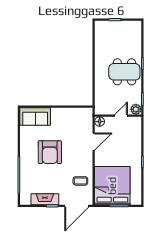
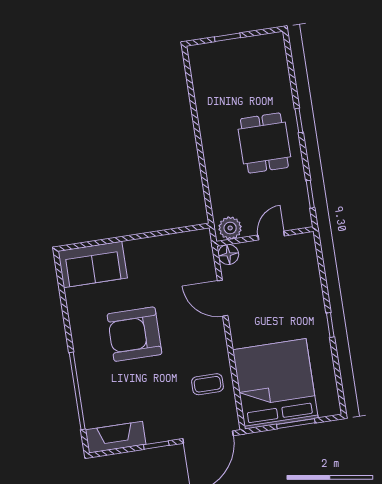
dining table: (124, 72) -> (264, 143), width x0.73
plant: (136, 109) -> (230, 228), moved
door: (94, 142) -> (223, 298), swing flipped
armchair: (50, 152) -> (134, 334), turned 90
fireplace: (45, 199) -> (116, 437), moved

